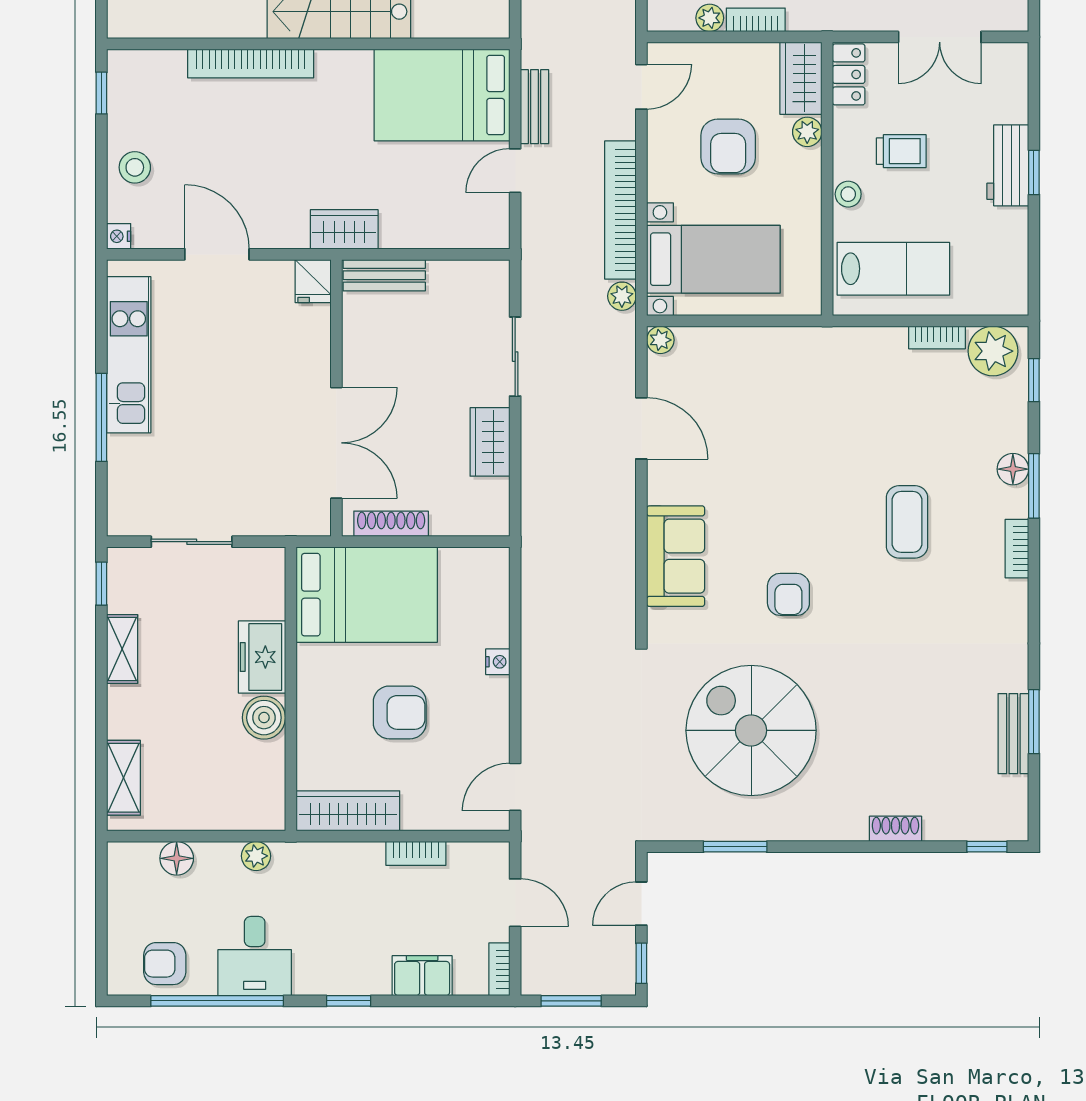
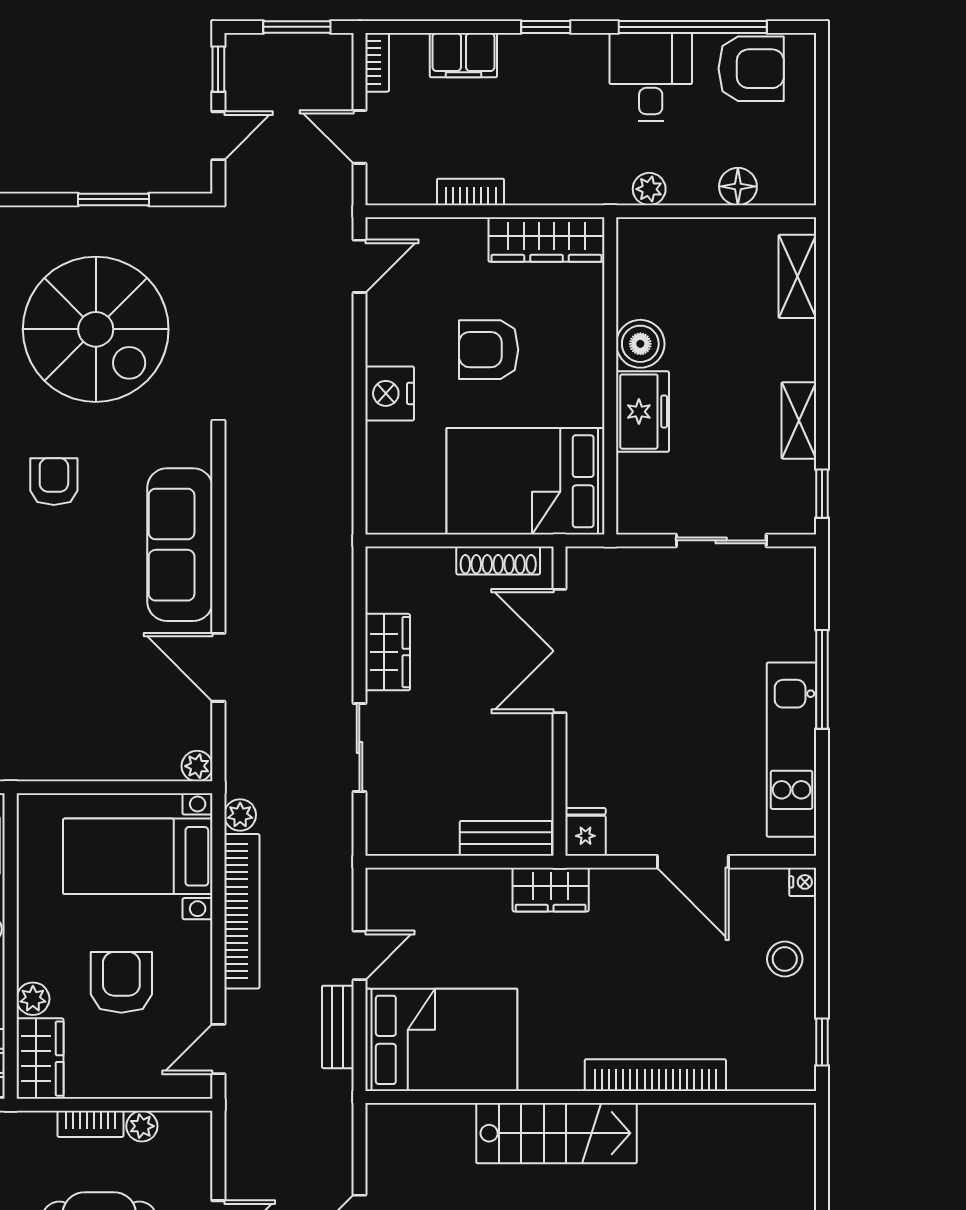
sofa: (676, 556) -> (180, 545), width x1.36
nightstand: (498, 662) -> (390, 393), width x1.89, depth x1.79
armchair: (165, 964) -> (751, 69), width x1.38, depth x1.38

